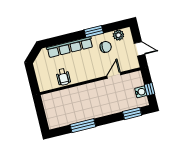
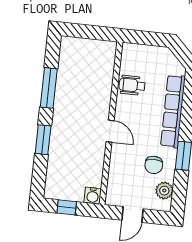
door: (114, 75) -> (110, 131), moved
water cooler: (141, 92) -> (93, 196), moved
window: (132, 113) -> (43, 140), moved

